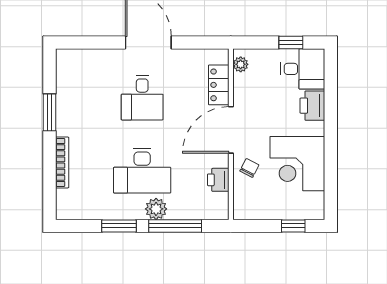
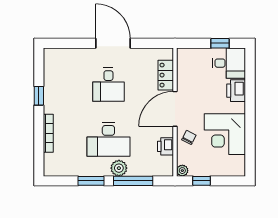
plant: (241, 64) -> (182, 171), moved
window: (49, 112) -> (39, 96), width x0.67
window: (293, 226) -> (202, 181), moved

